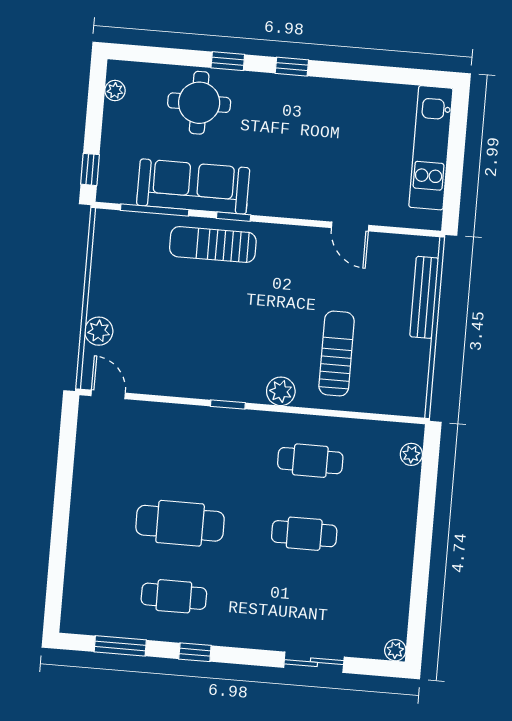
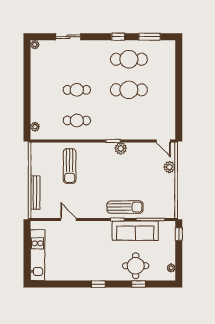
window: (228, 61) -> (139, 284), moved
plant: (281, 391) -> (121, 148), moved
cafe table: (174, 596) -> (129, 59), width x1.37, depth x1.35

